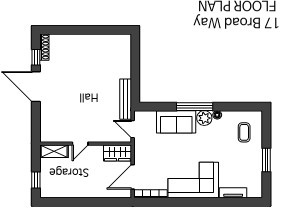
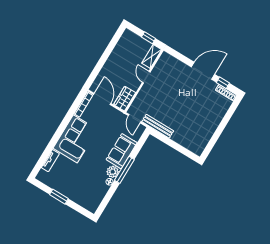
door: (133, 129) -> (135, 119), swing flipped
coffee table: (244, 132) -> (87, 193), removed
window: (36, 180) -> (149, 38), moved

